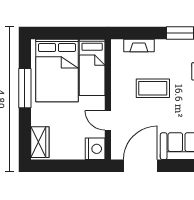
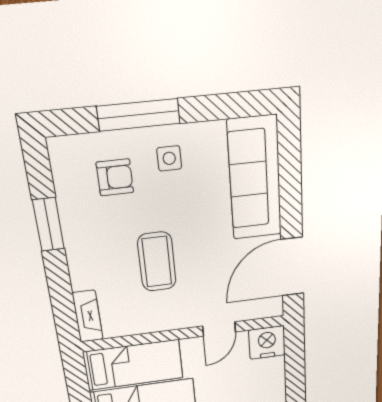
fireplace: (139, 46) -> (88, 316), moved
door: (140, 166) -> (292, 267), hinge flipped

